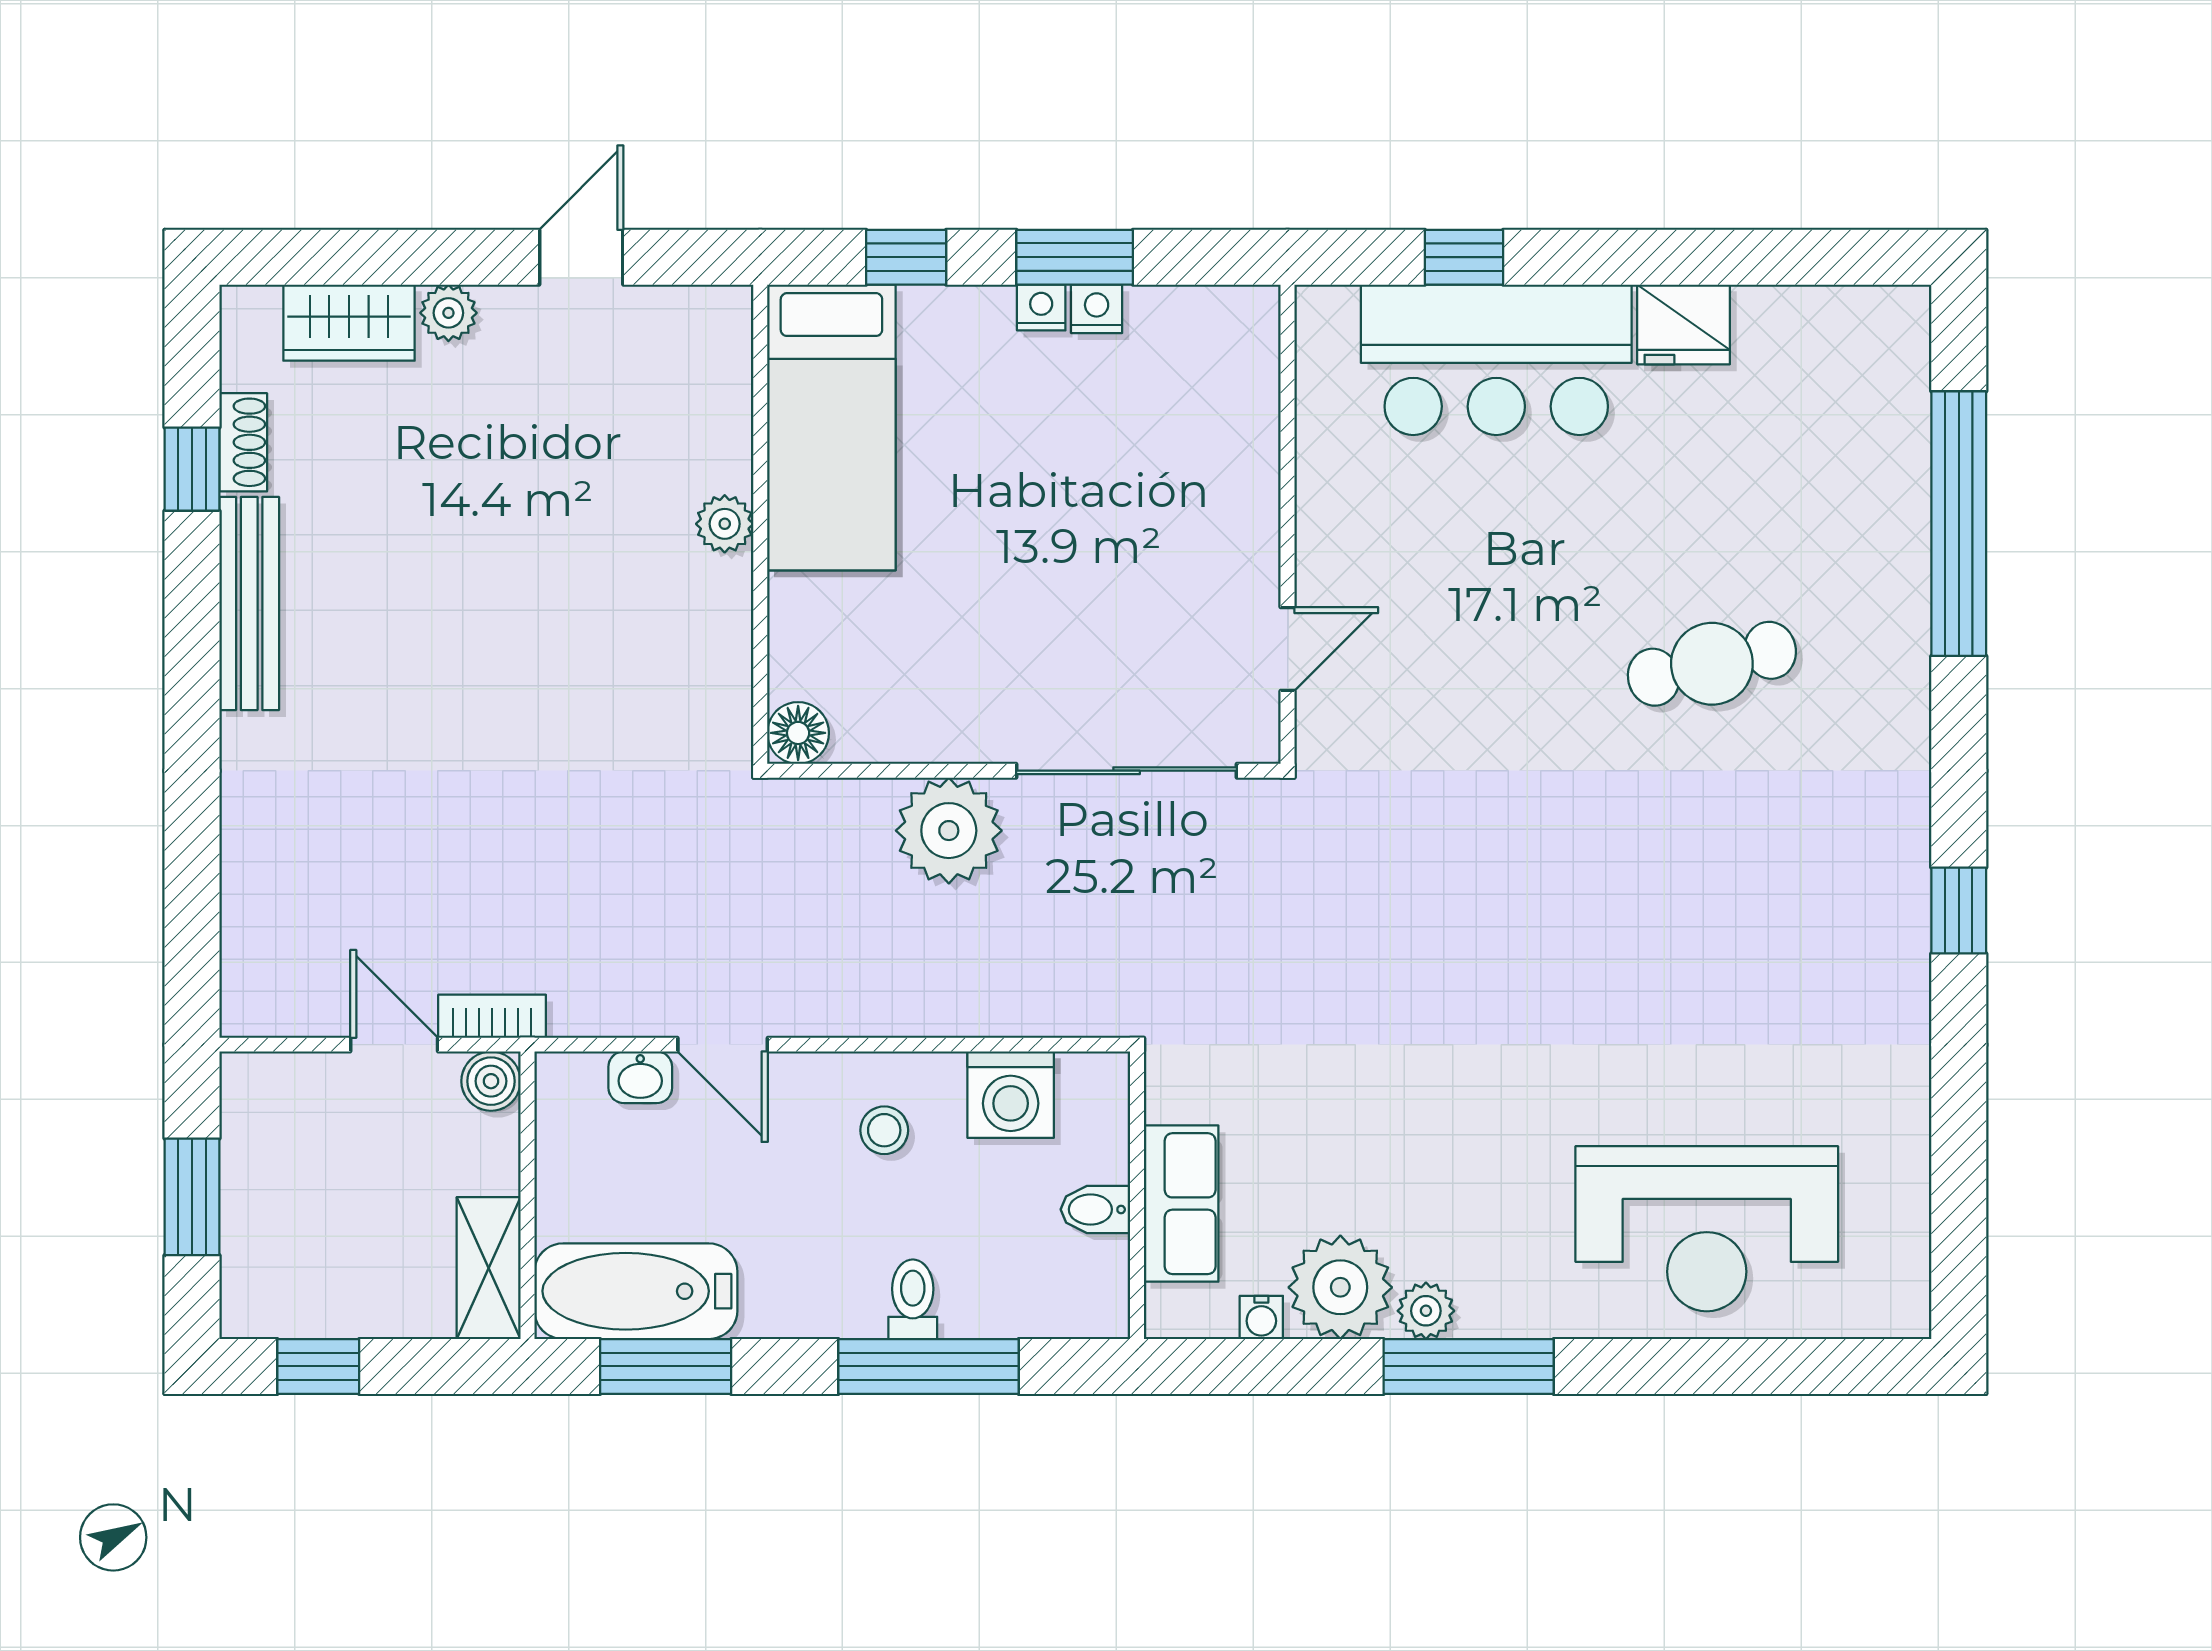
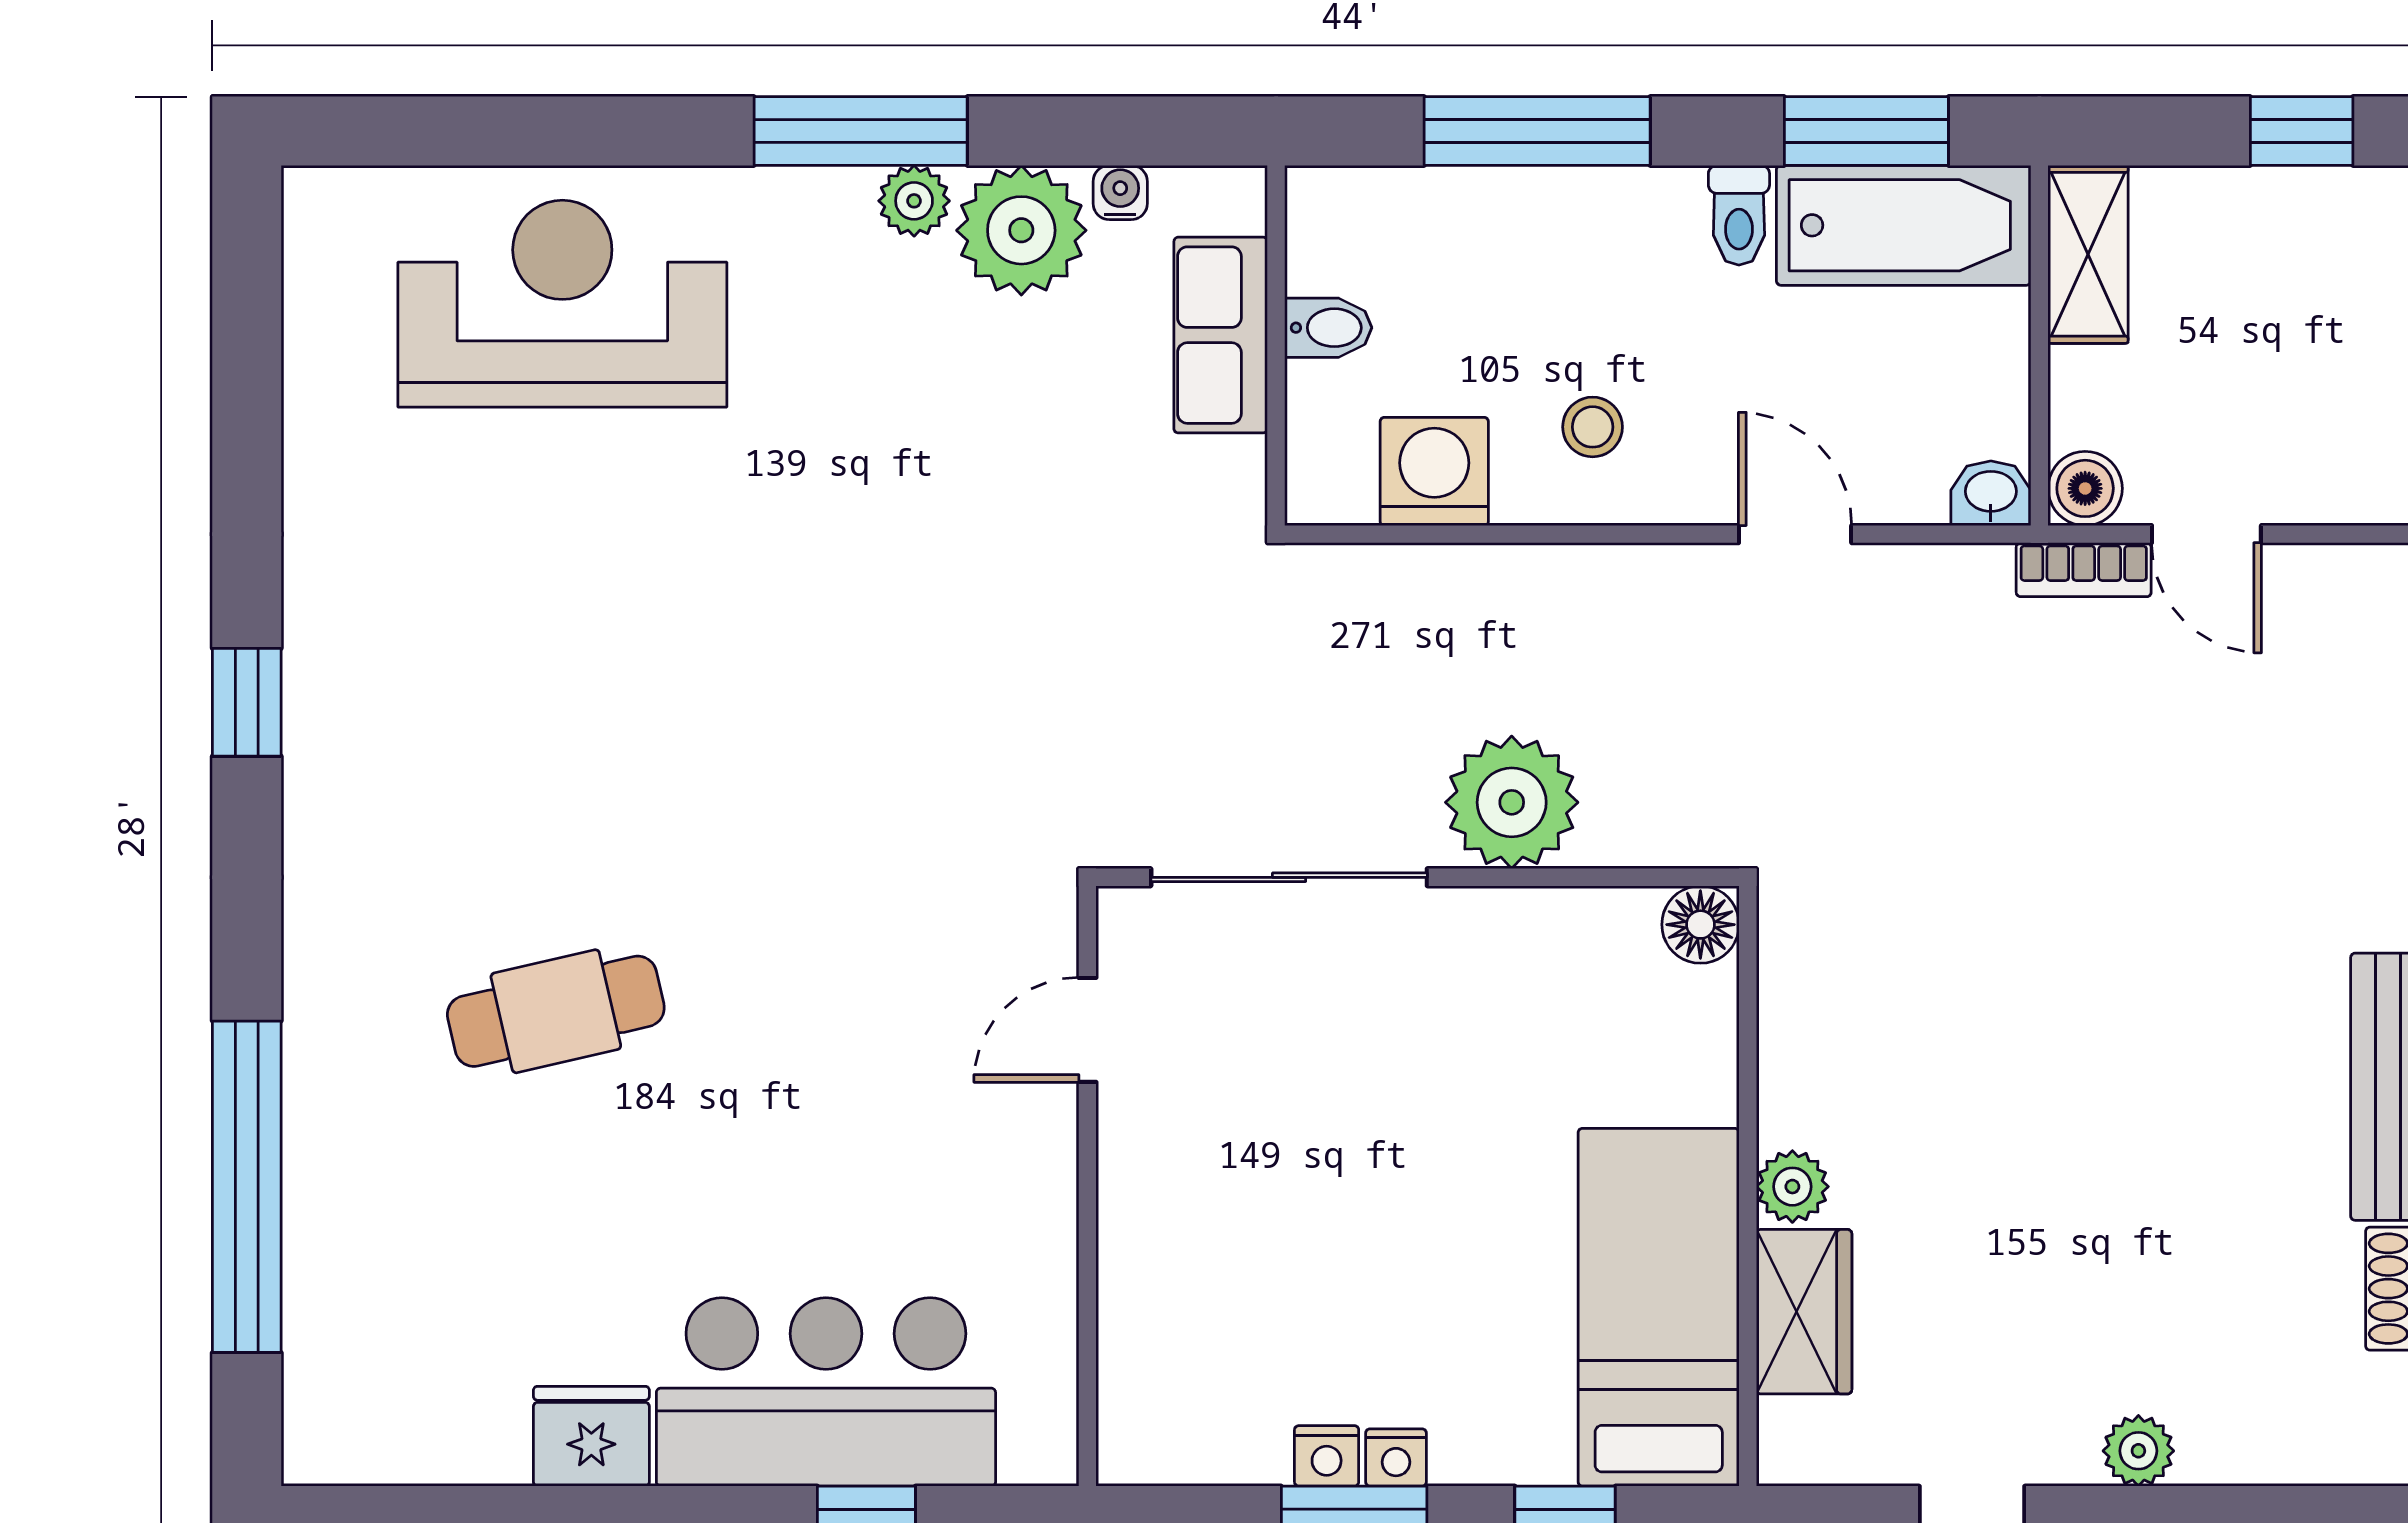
wardrobe: (349, 323) -> (1804, 1312), moved, turned 90
washbasin: (640, 1077) -> (1991, 493), moved
toilet: (913, 1299) -> (1739, 215), moved

